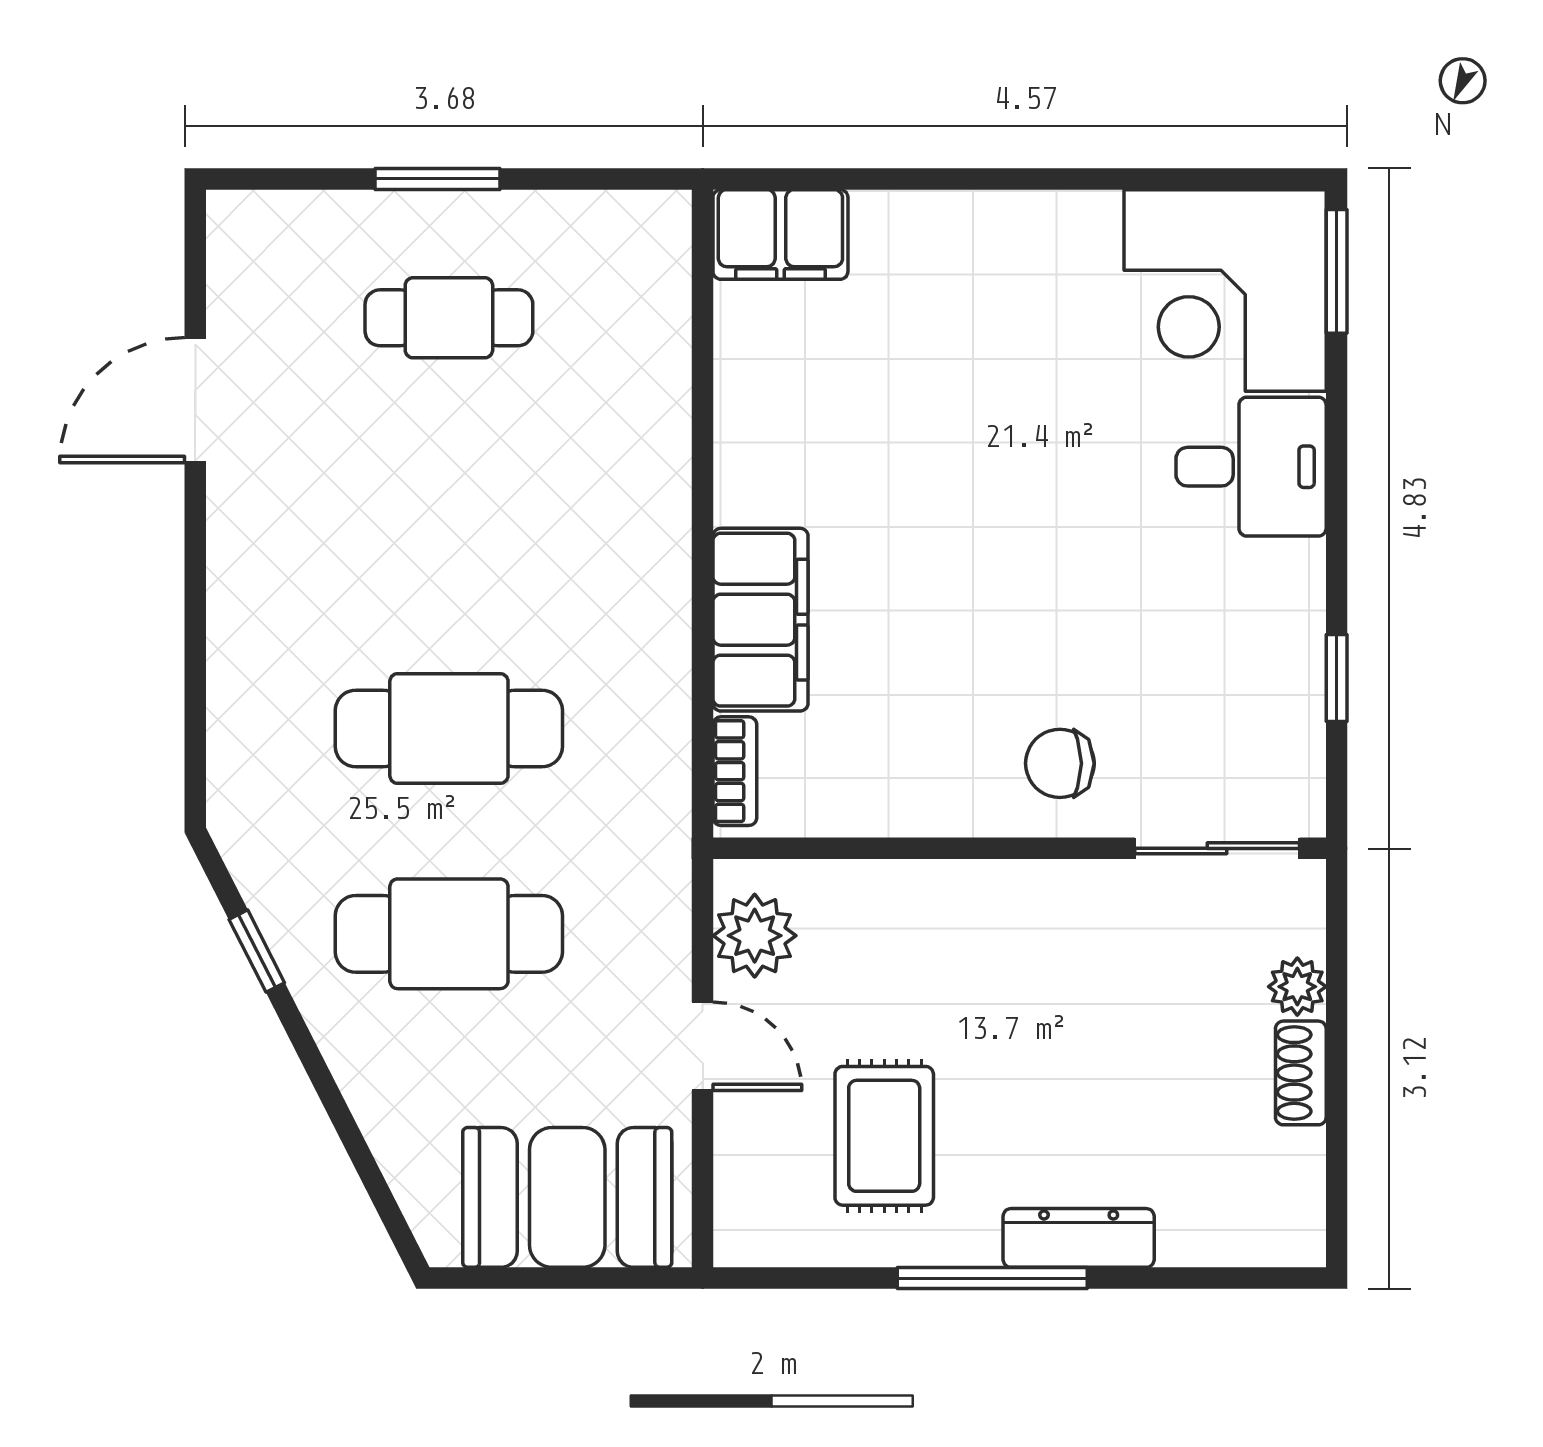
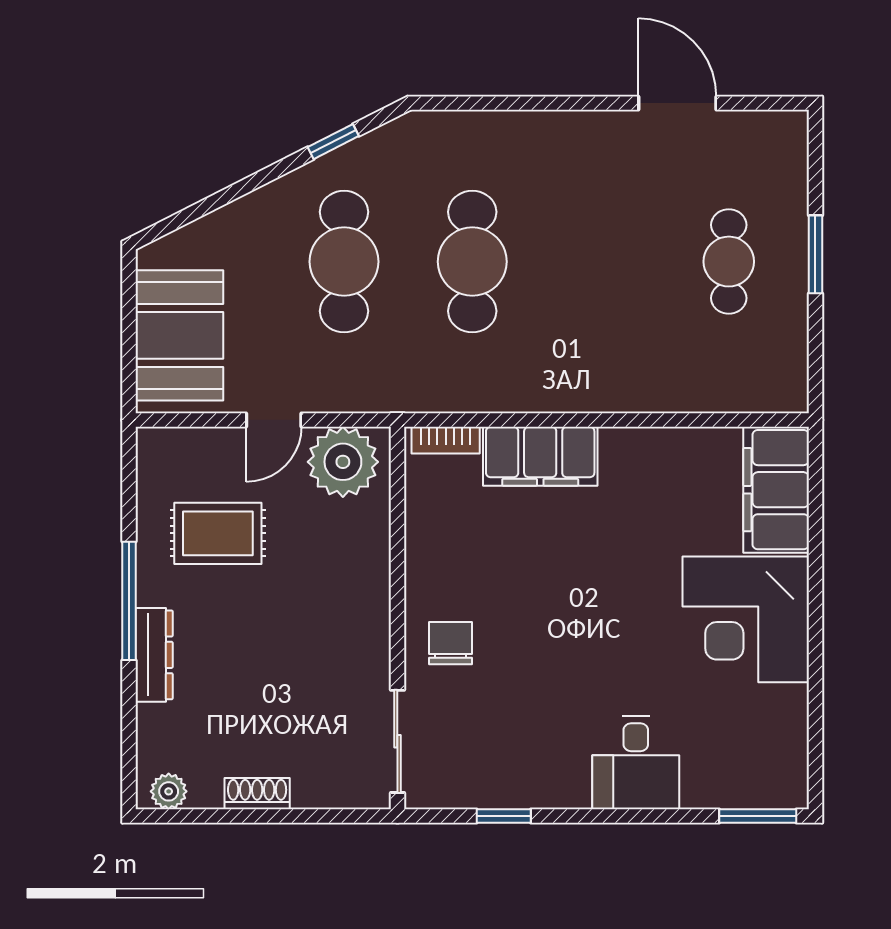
filing cabinet: (780, 234) -> (776, 490), width x1.50, depth x1.17
corner desk: (1225, 290) -> (746, 619), moved, turned -90
plant: (755, 936) -> (343, 462), width x1.36, depth x1.36
plant: (1297, 987) -> (169, 791), moved

